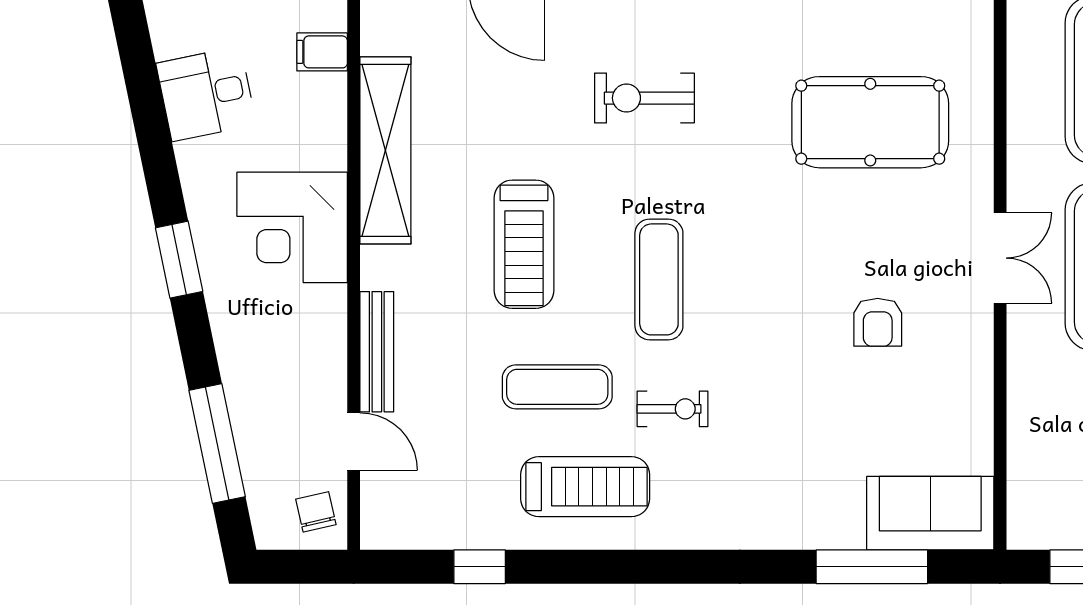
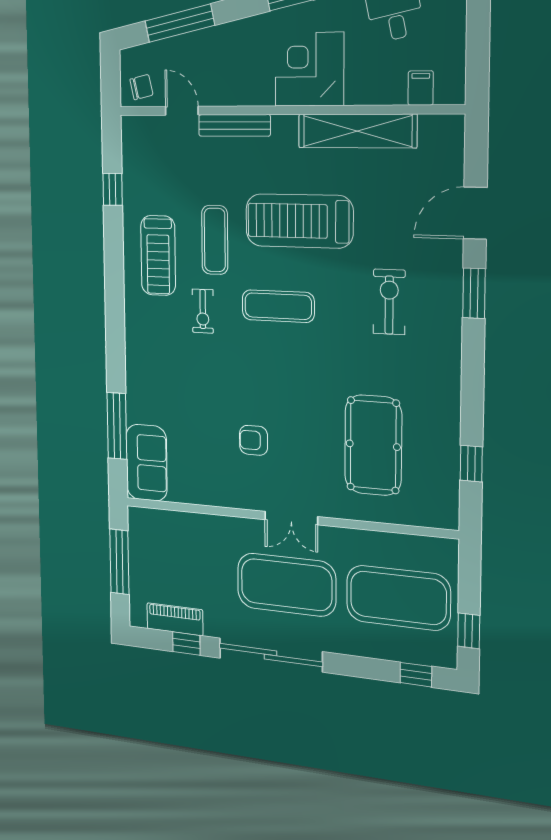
treadmill: (524, 244) -> (299, 221), width x1.37, depth x1.38
door: (354, 442) -> (182, 111), swing flipped

